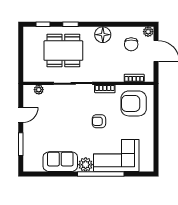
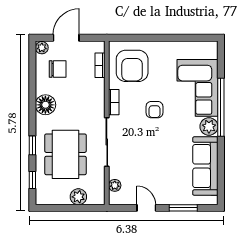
plant: (30, 61) -> (78, 197), added
sofa: (60, 162) -> (205, 166), width x1.36

